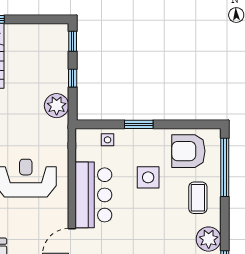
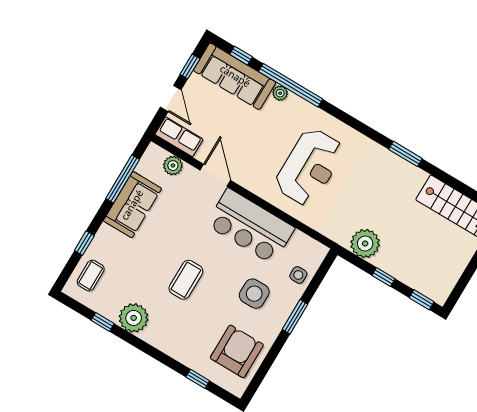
window: (225, 167) -> (198, 379), width x0.32
side table: (148, 177) -> (254, 294), moved
coffee table: (198, 198) -> (186, 280), moved, turned 90

